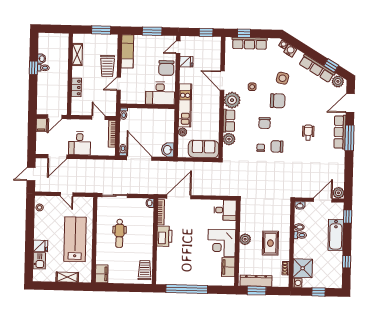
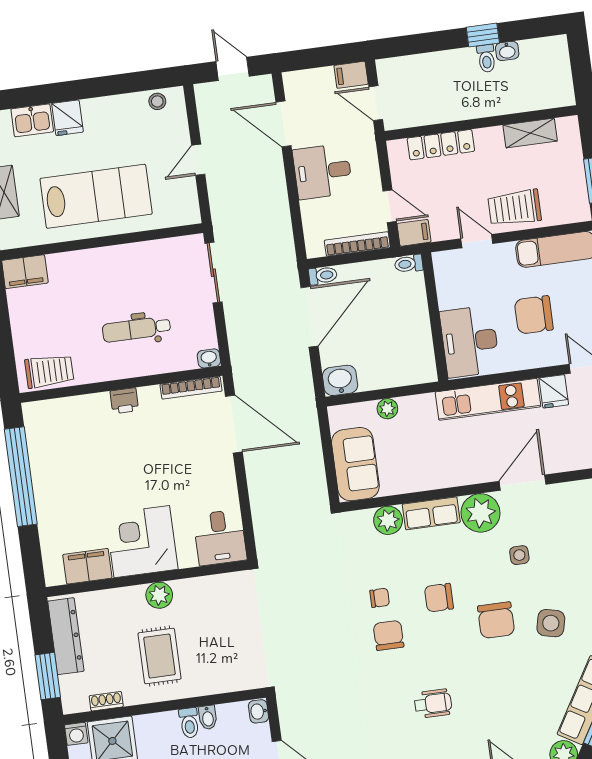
chair: (166, 68) -> (534, 315), moved
locker: (76, 87) -> (441, 145), width x1.53
kitchen unit: (185, 105) -> (488, 399), moved
filing cabinet: (111, 109) -> (414, 233), added
door: (98, 118) -> (390, 206), hinge flipped
dental chair: (119, 233) -> (136, 329), moved
printer: (164, 236) -> (124, 401), width x0.53, depth x0.68
rug: (270, 243) -> (159, 656), turned 90
window: (257, 291) -> (48, 676), moved

